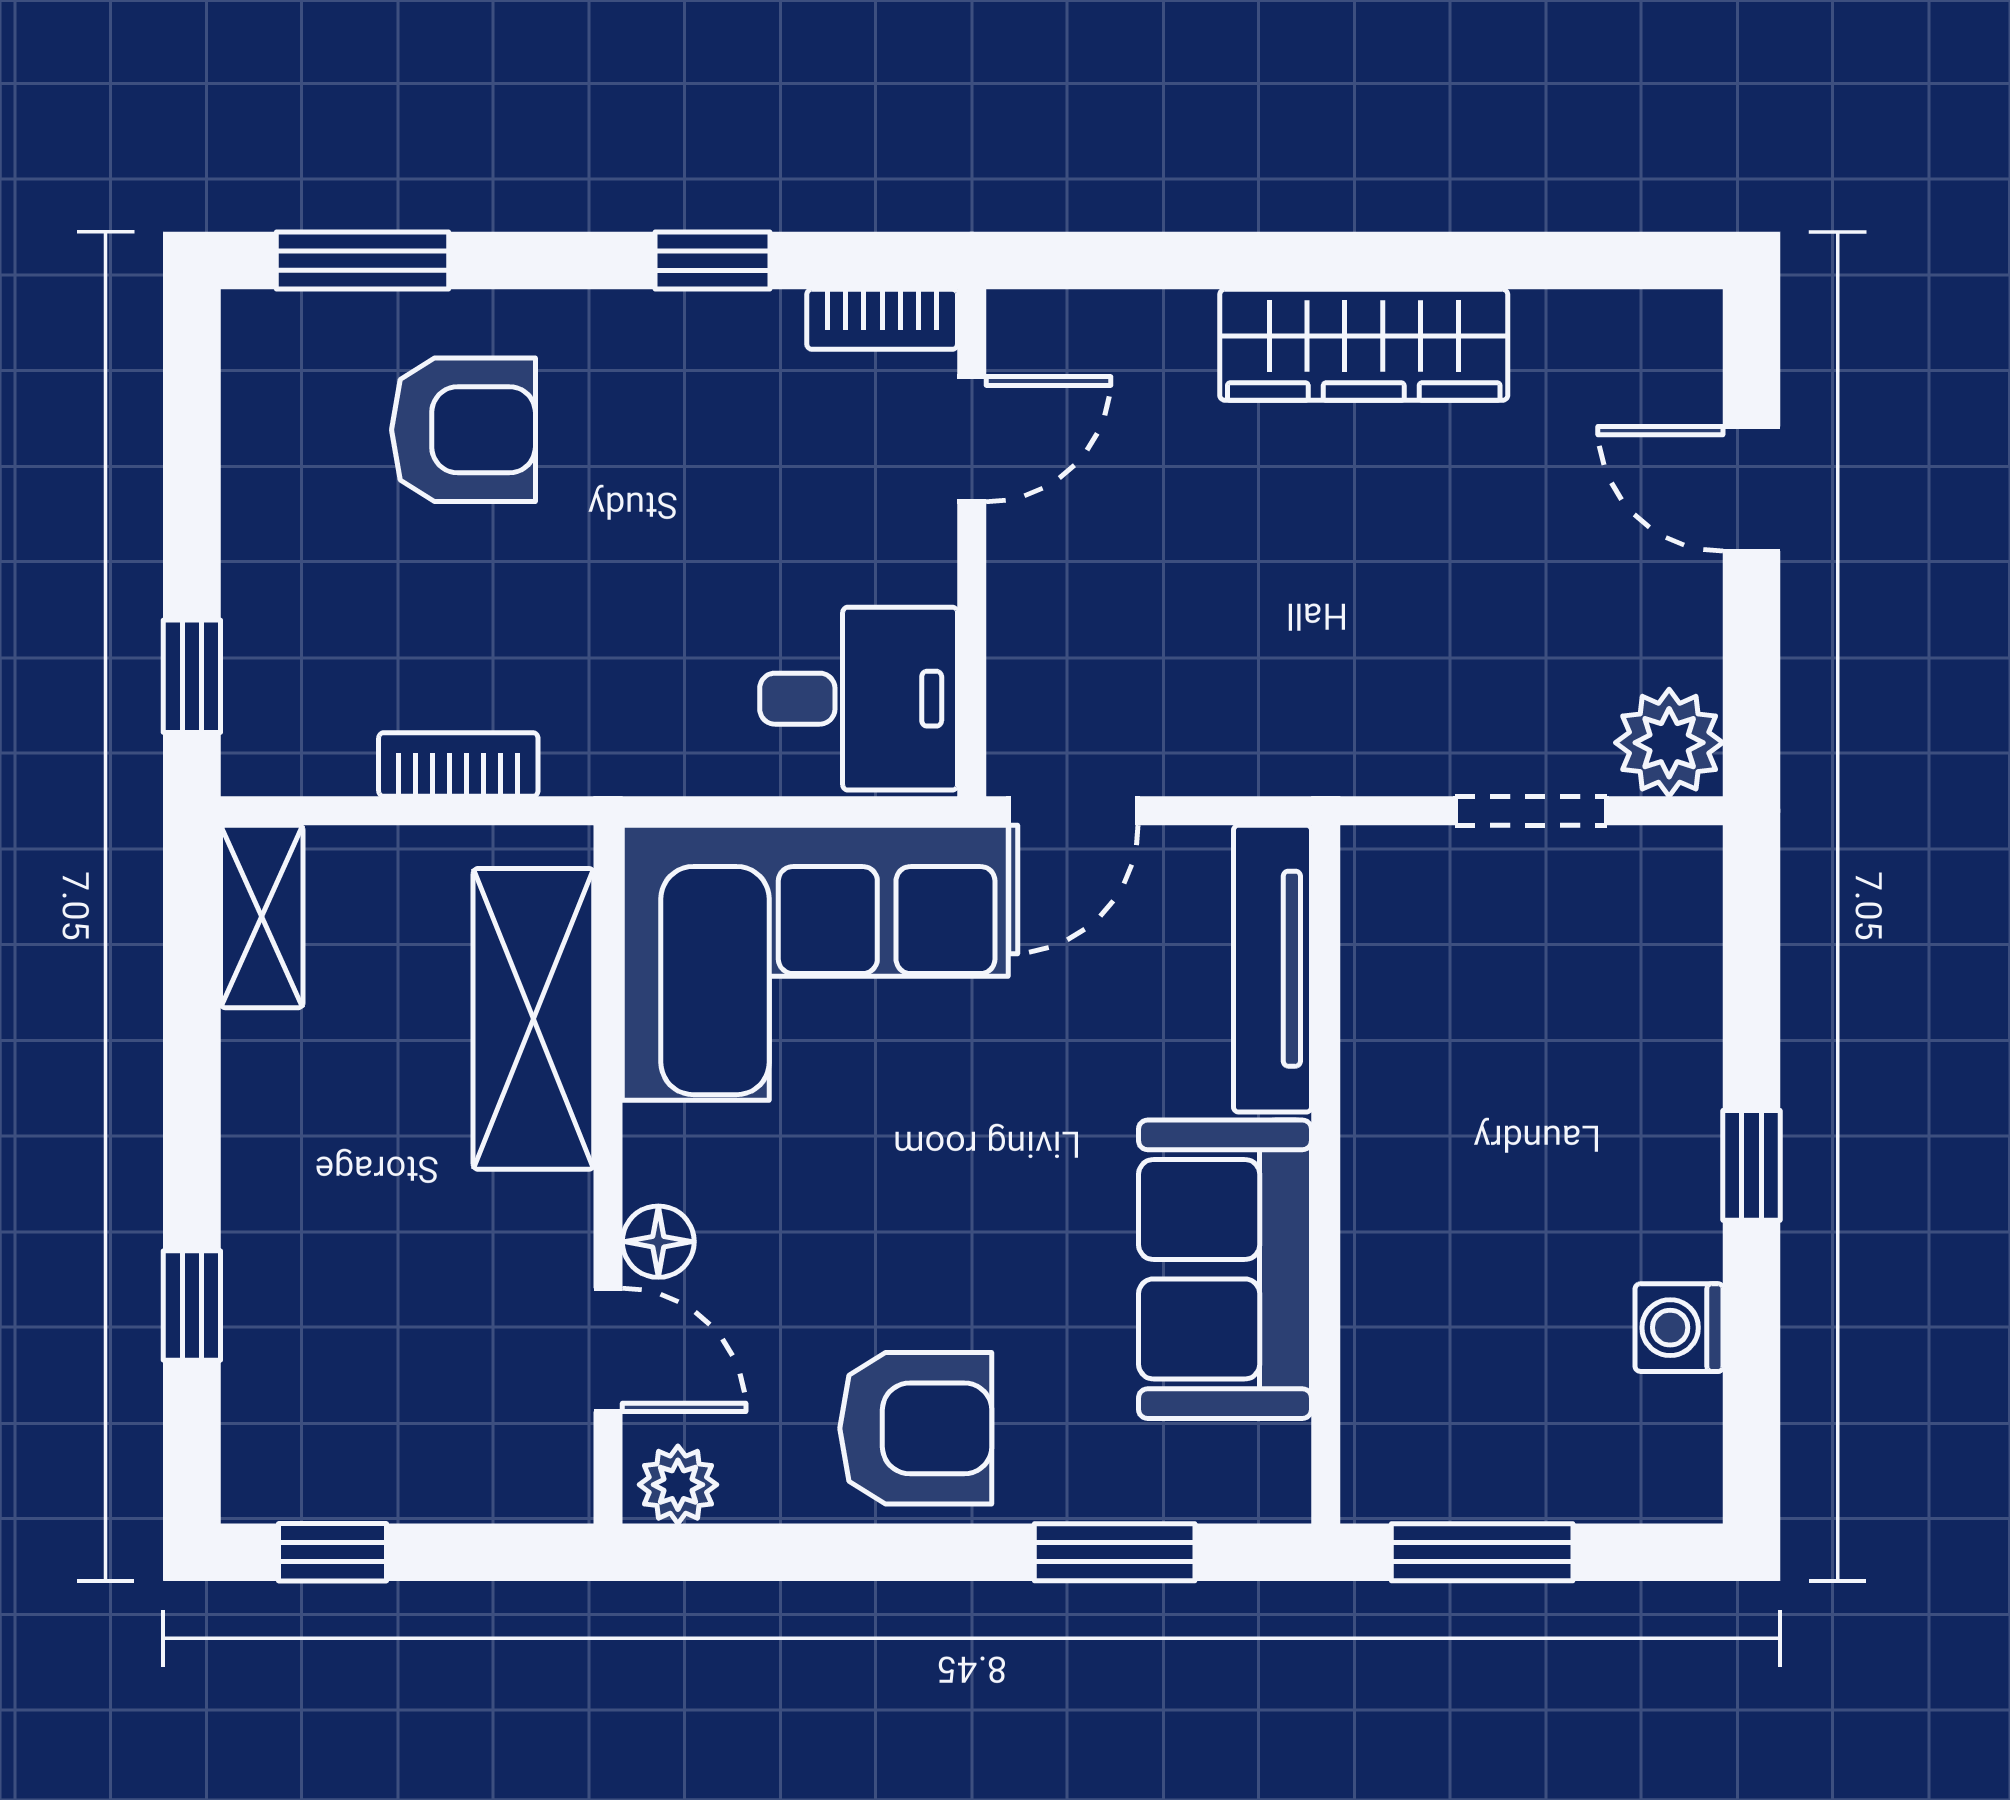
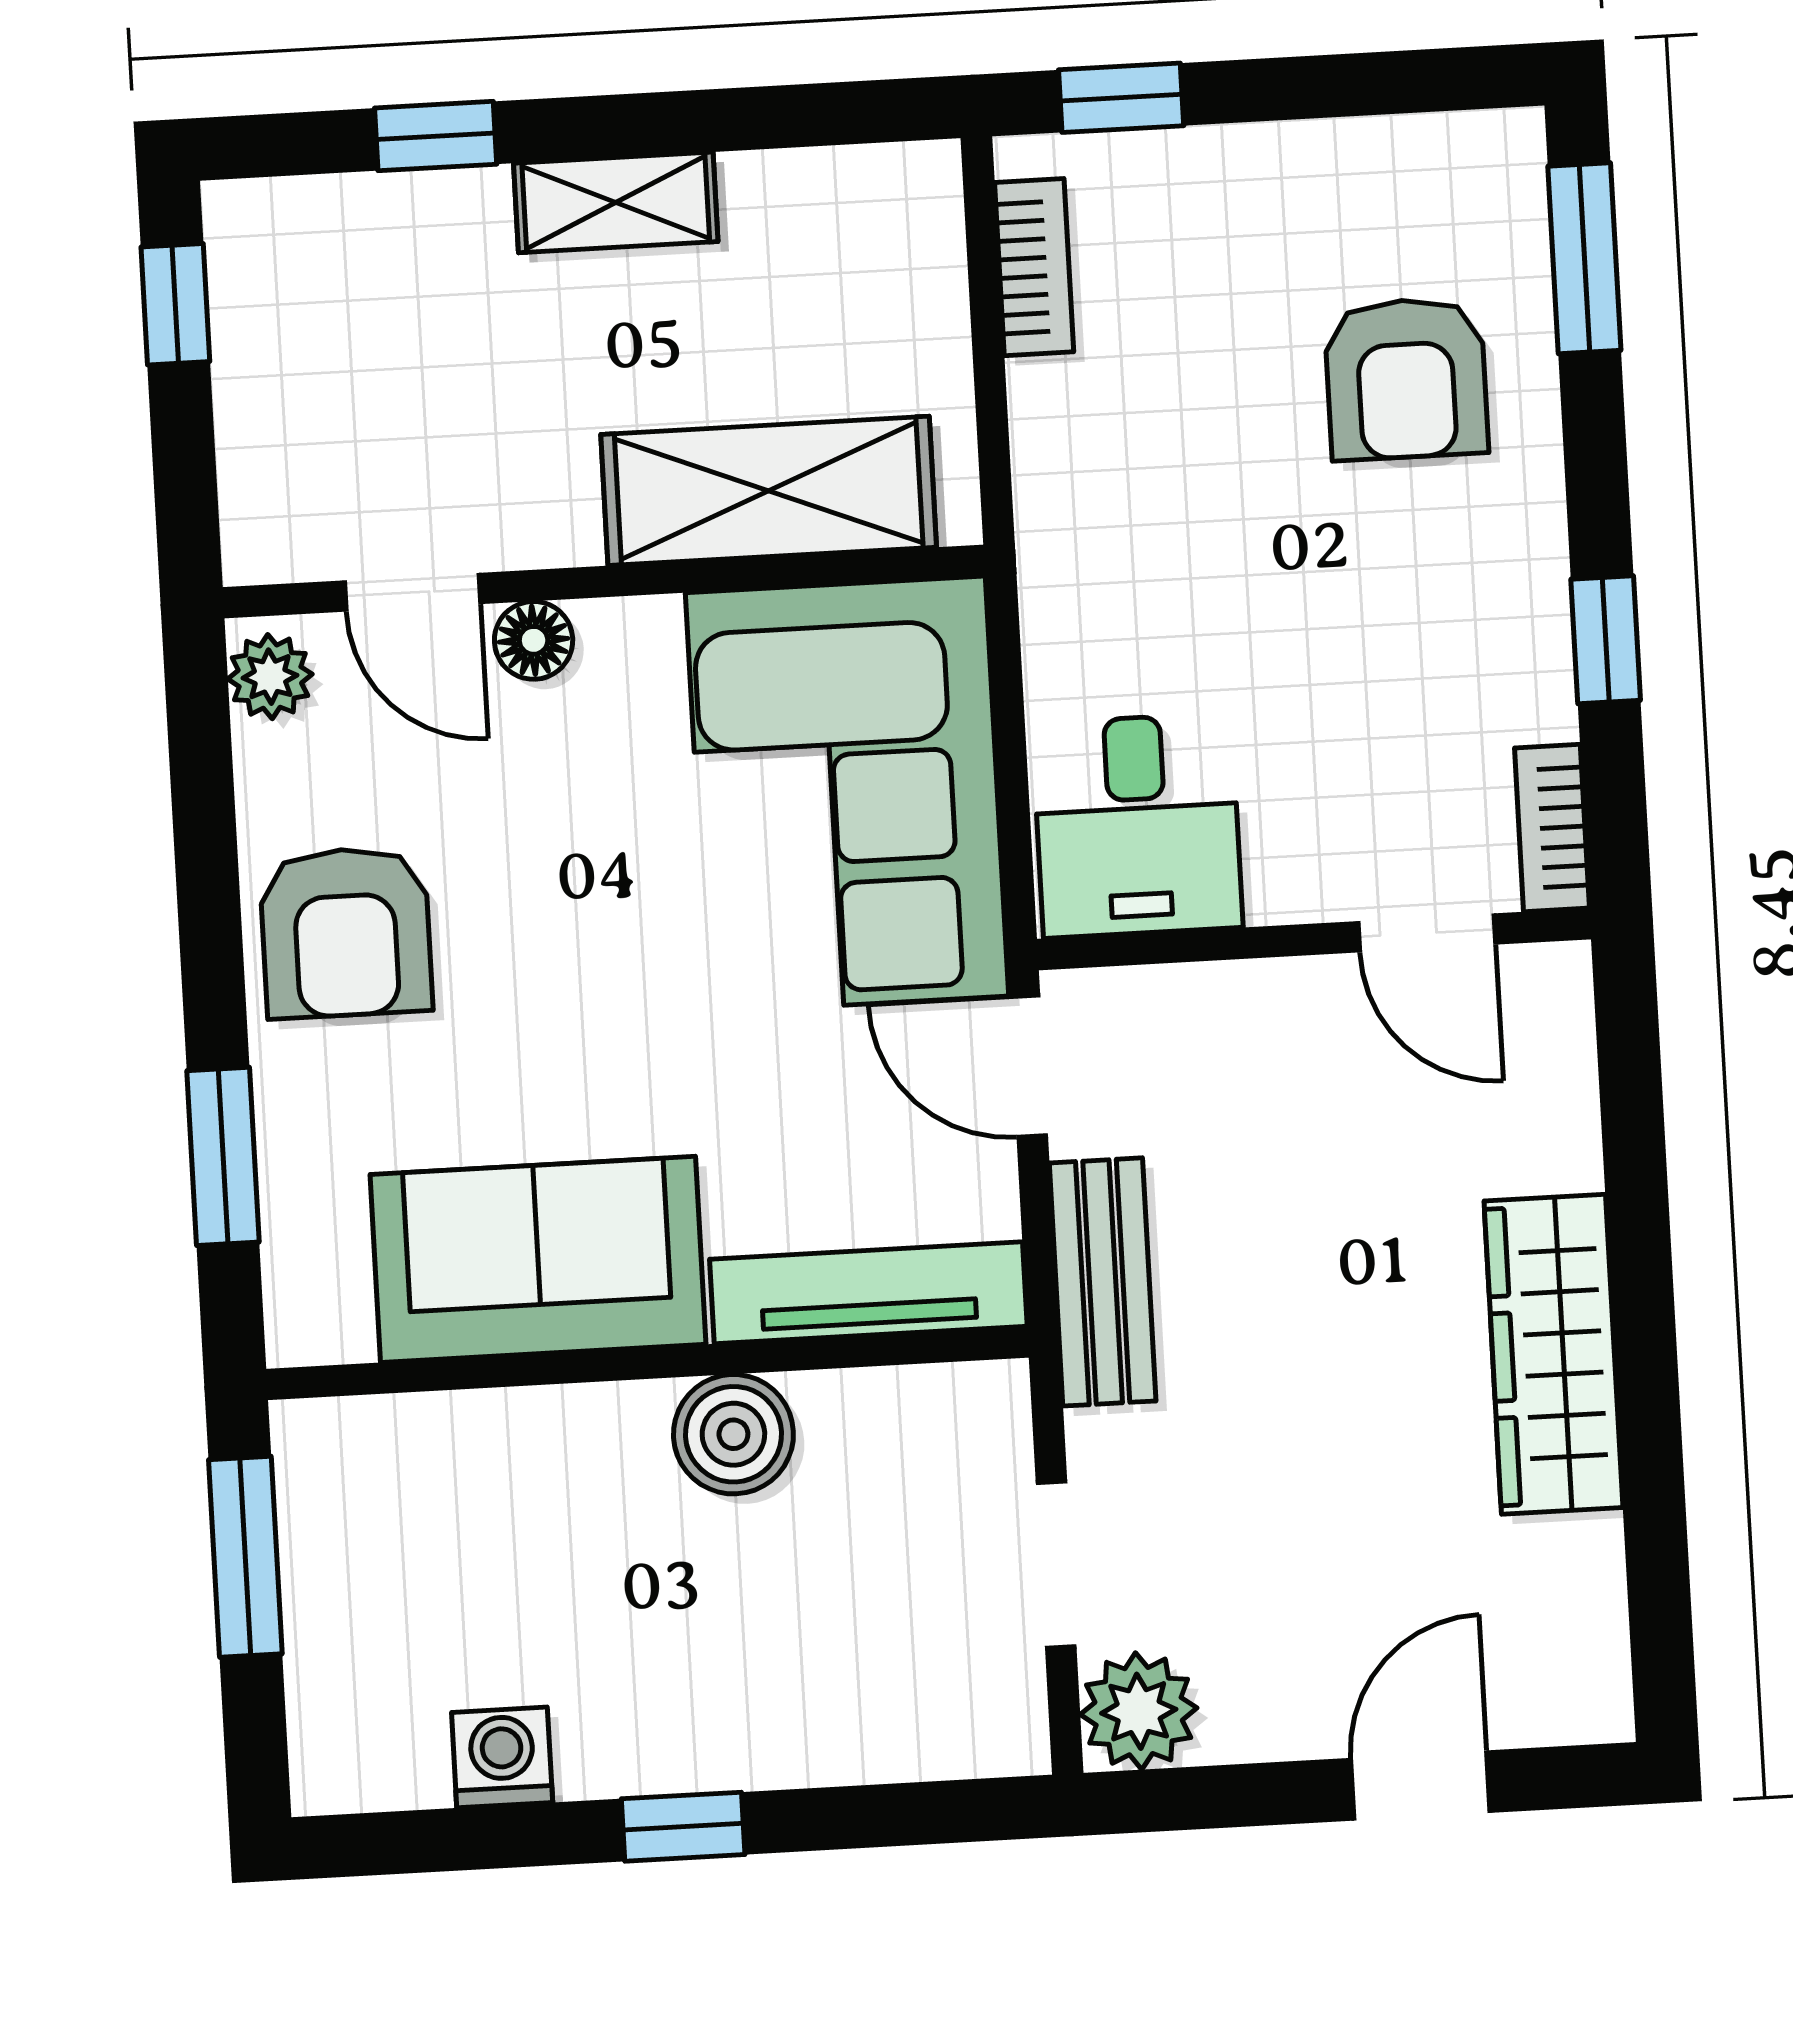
bench: (1275, 754) -> (1103, 1282), added
bookcase: (458, 765) -> (1034, 267), moved
shelving: (262, 916) -> (616, 202), moved
boiler: (1395, 1099) -> (733, 1434), added
door: (608, 1350) -> (413, 592), hinge flipped

